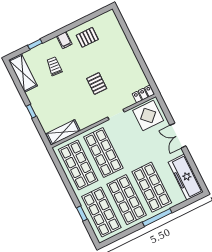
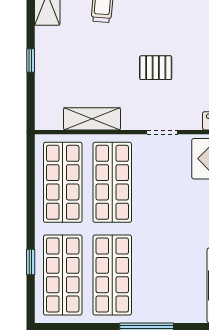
pallet: (97, 83) -> (156, 68), turned 90
shelving: (63, 132) -> (92, 119), moved
shop shelf: (152, 187) -> (162, 275), removed

